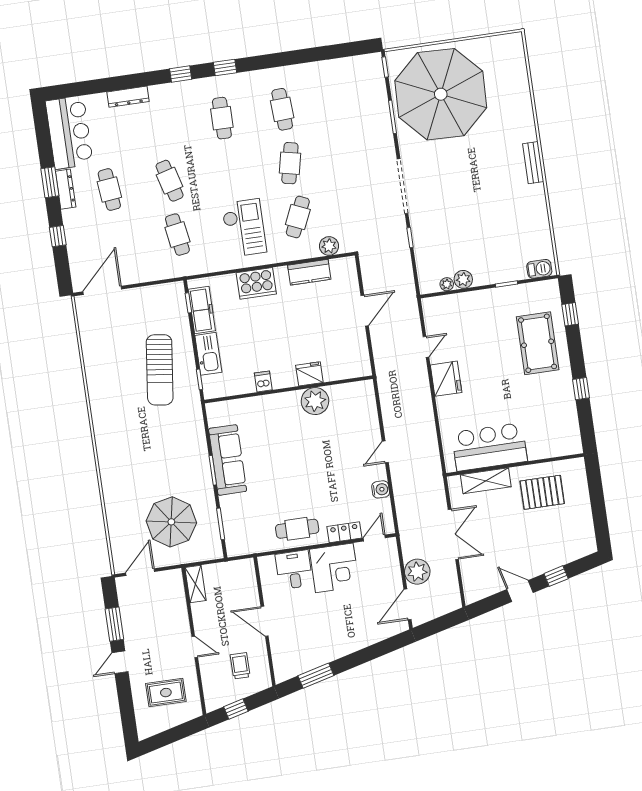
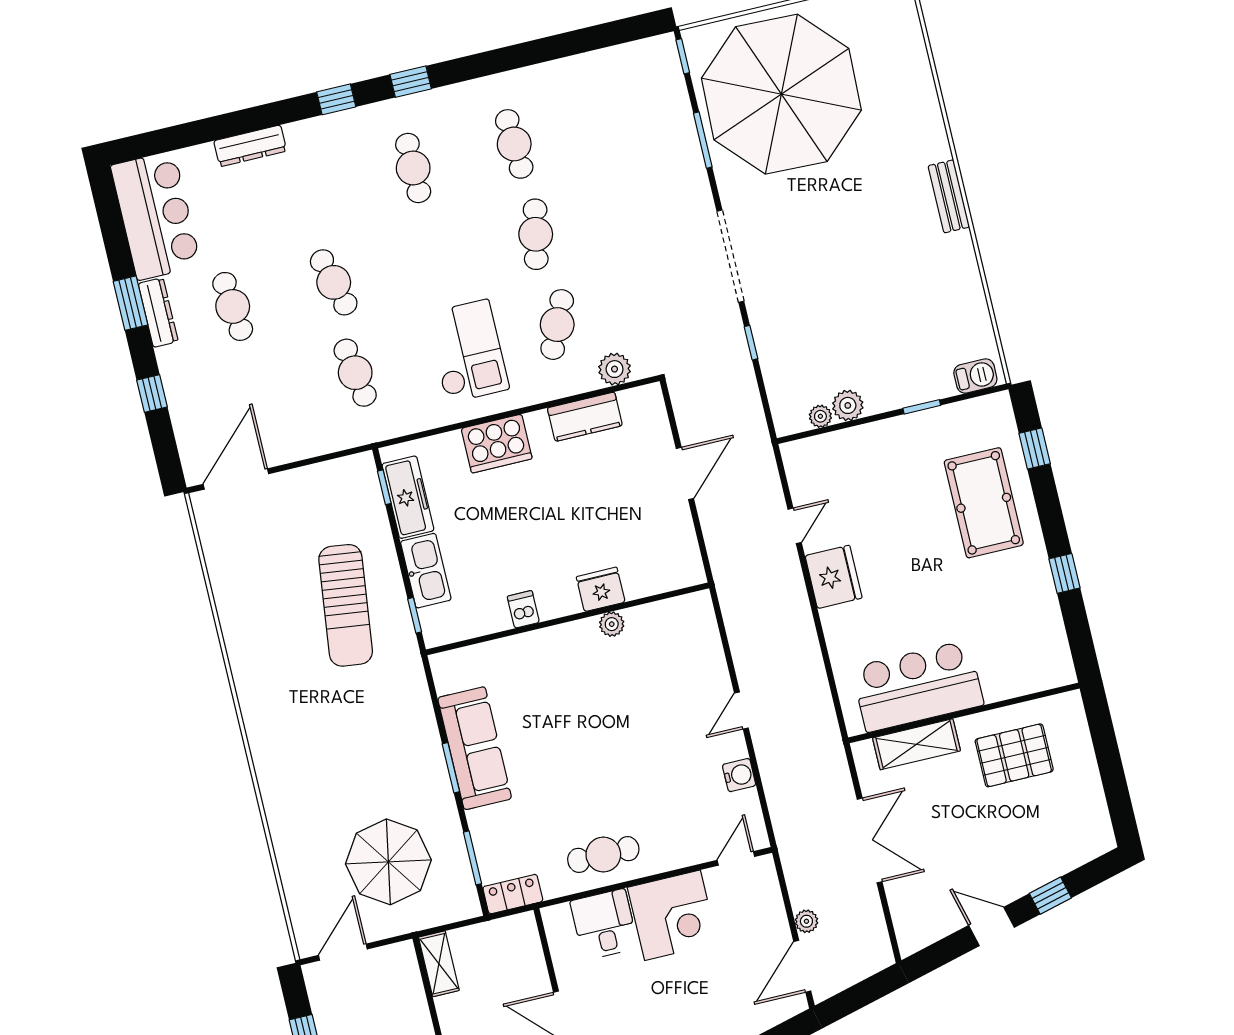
plant: (315, 401) -> (612, 624), width x0.53, depth x0.53
locker: (344, 532) -> (513, 894), moved
plant: (417, 572) -> (806, 921), width x0.53, depth x0.53

